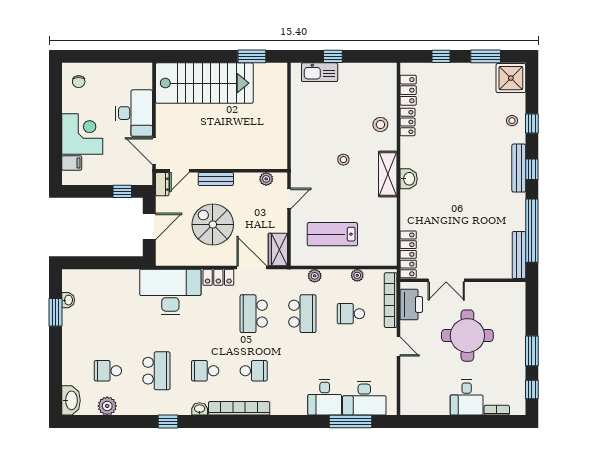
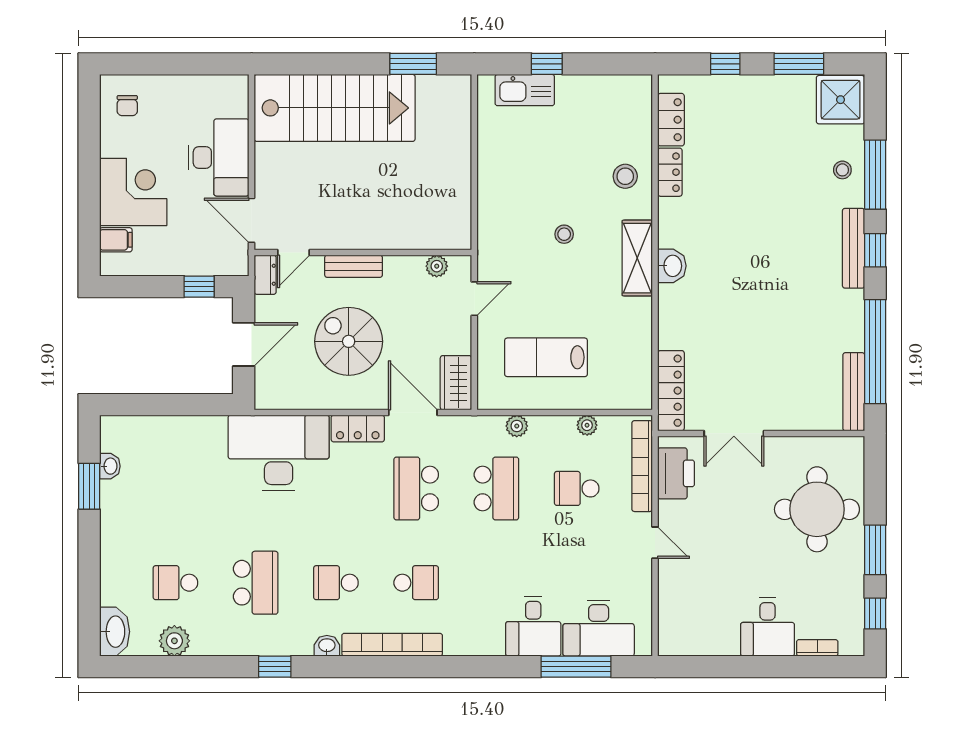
window: (532, 123) -> (875, 175), width x2.17
round table: (467, 336) -> (817, 509), moved

